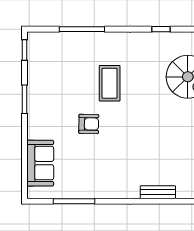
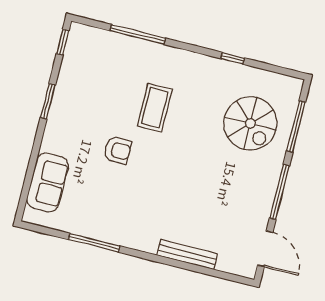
bench: (158, 192) -> (187, 255), width x1.36
window: (74, 201) -> (94, 243), moved

